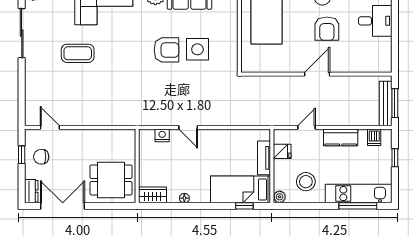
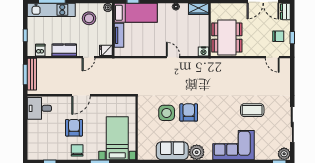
desk: (375, 21) -> (39, 108), moved
armchair: (166, 50) -> (189, 112), turned 90
nightstand: (162, 135) -> (204, 51), moved
fridge: (282, 151) -> (106, 50), moved
dining table: (111, 180) -> (227, 37), moved, width x1.38

